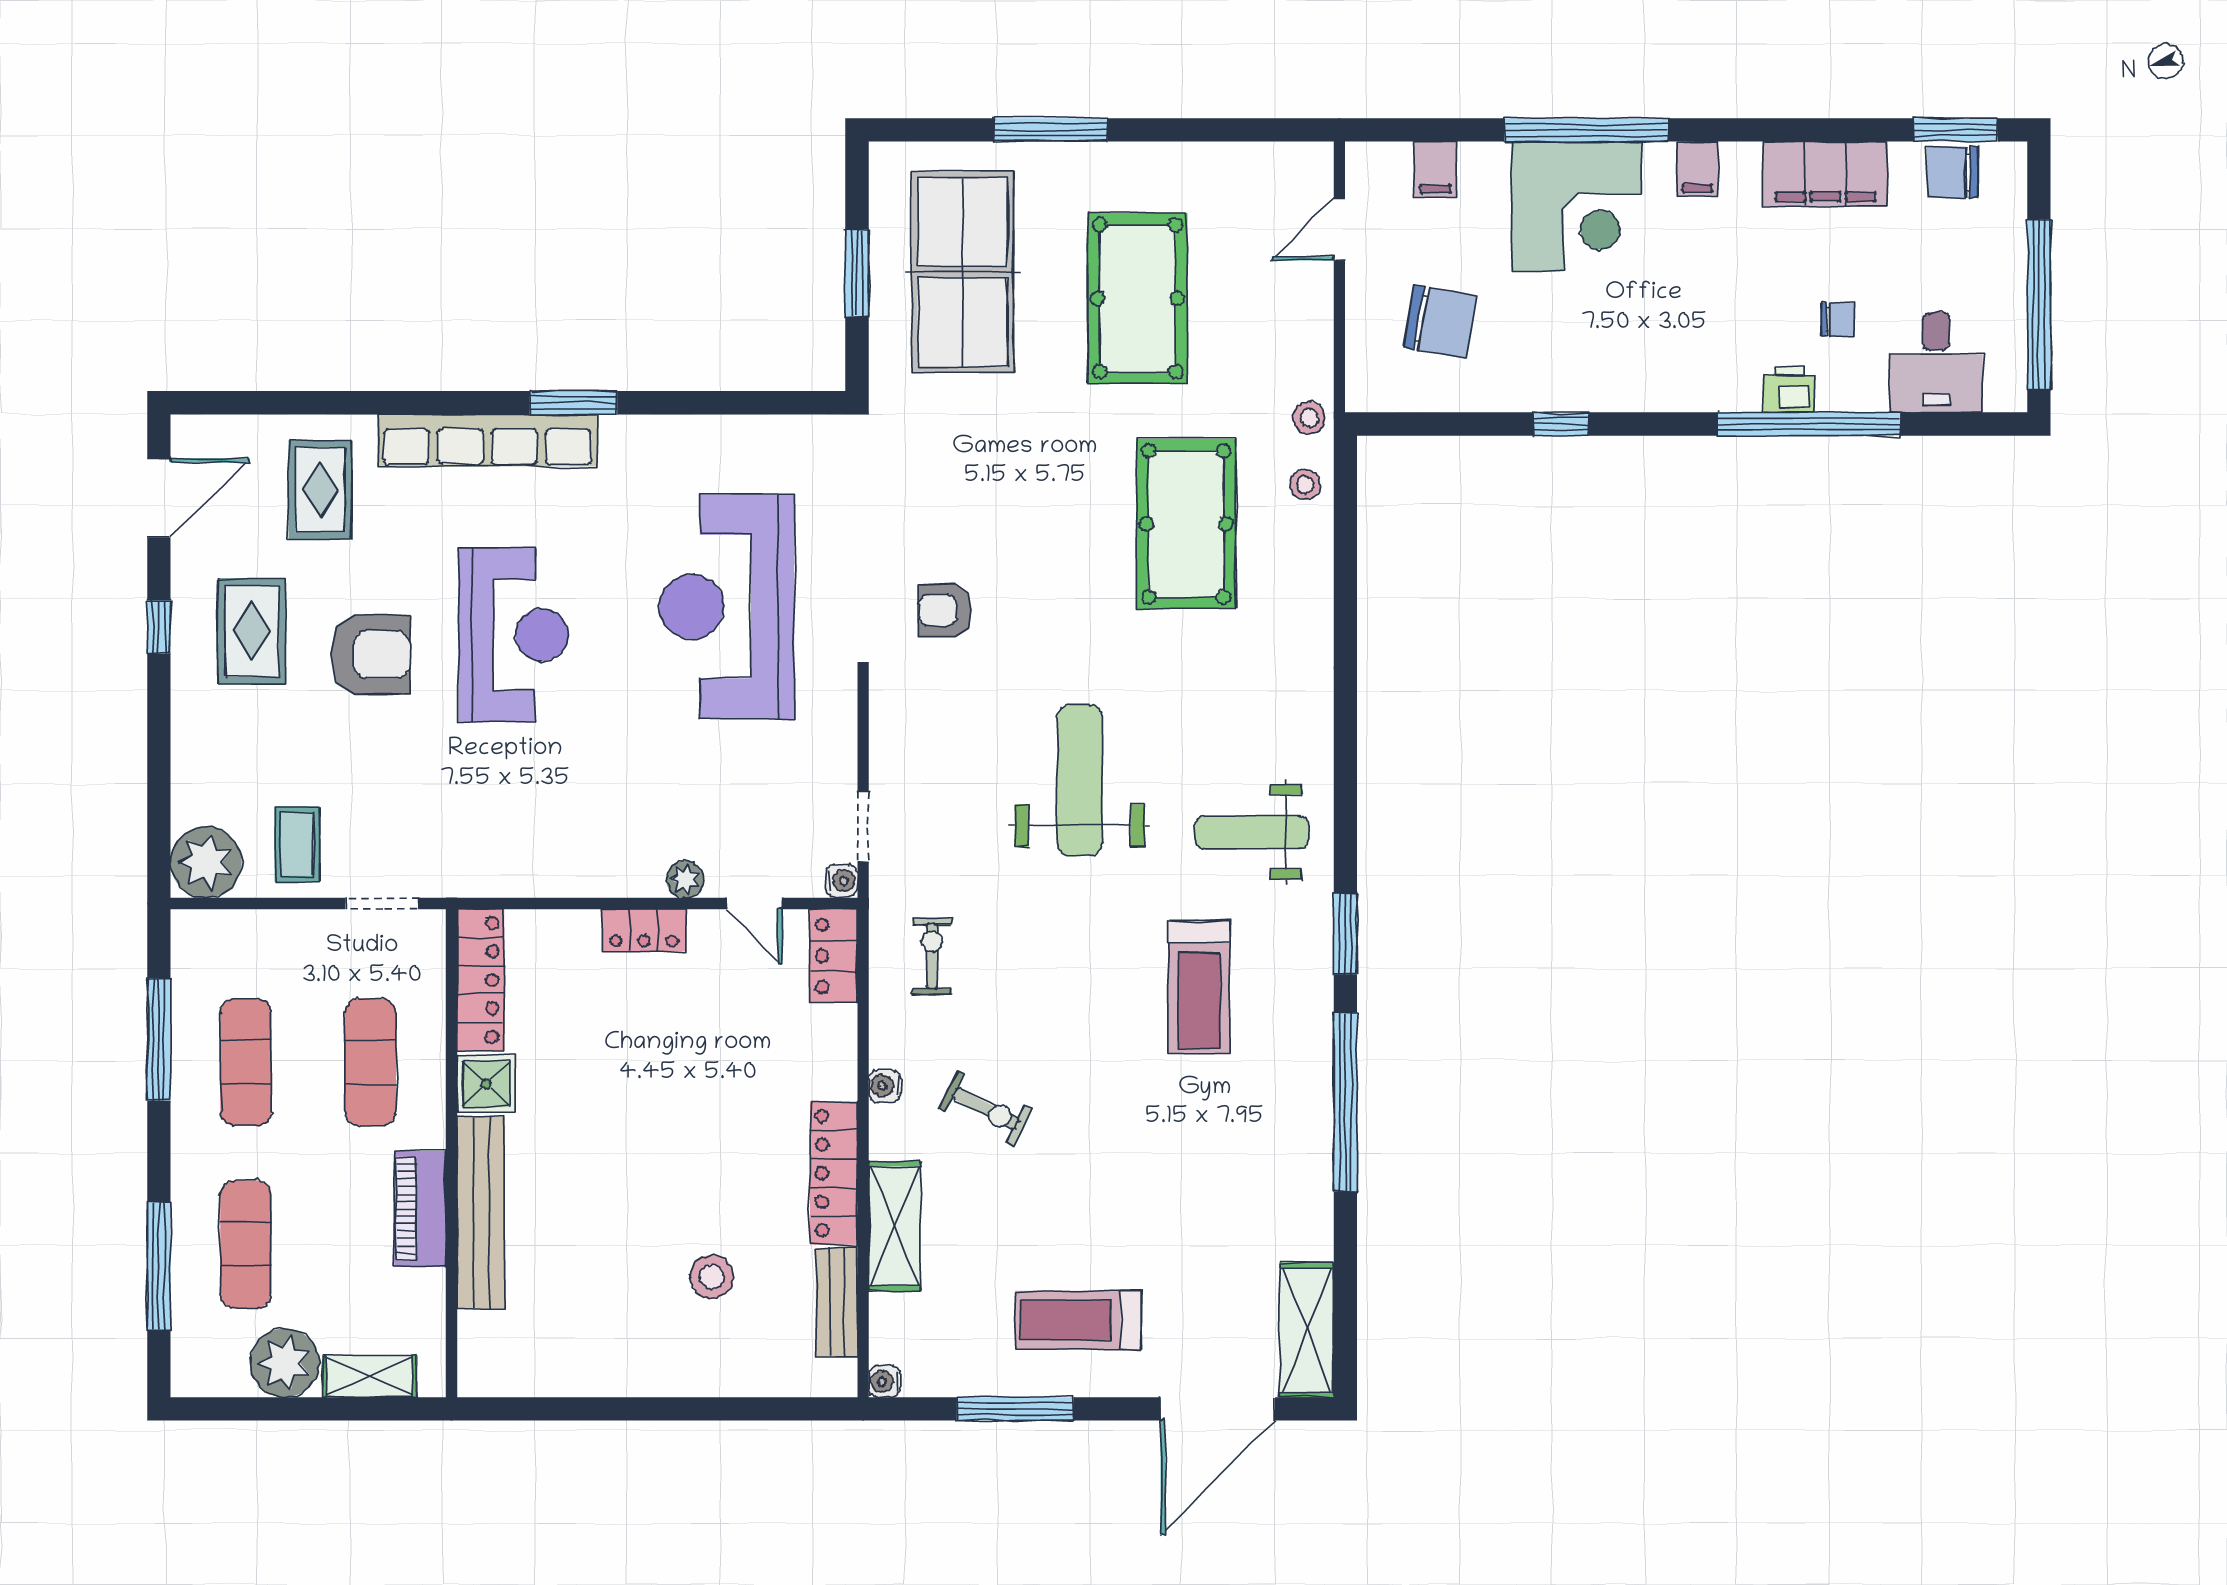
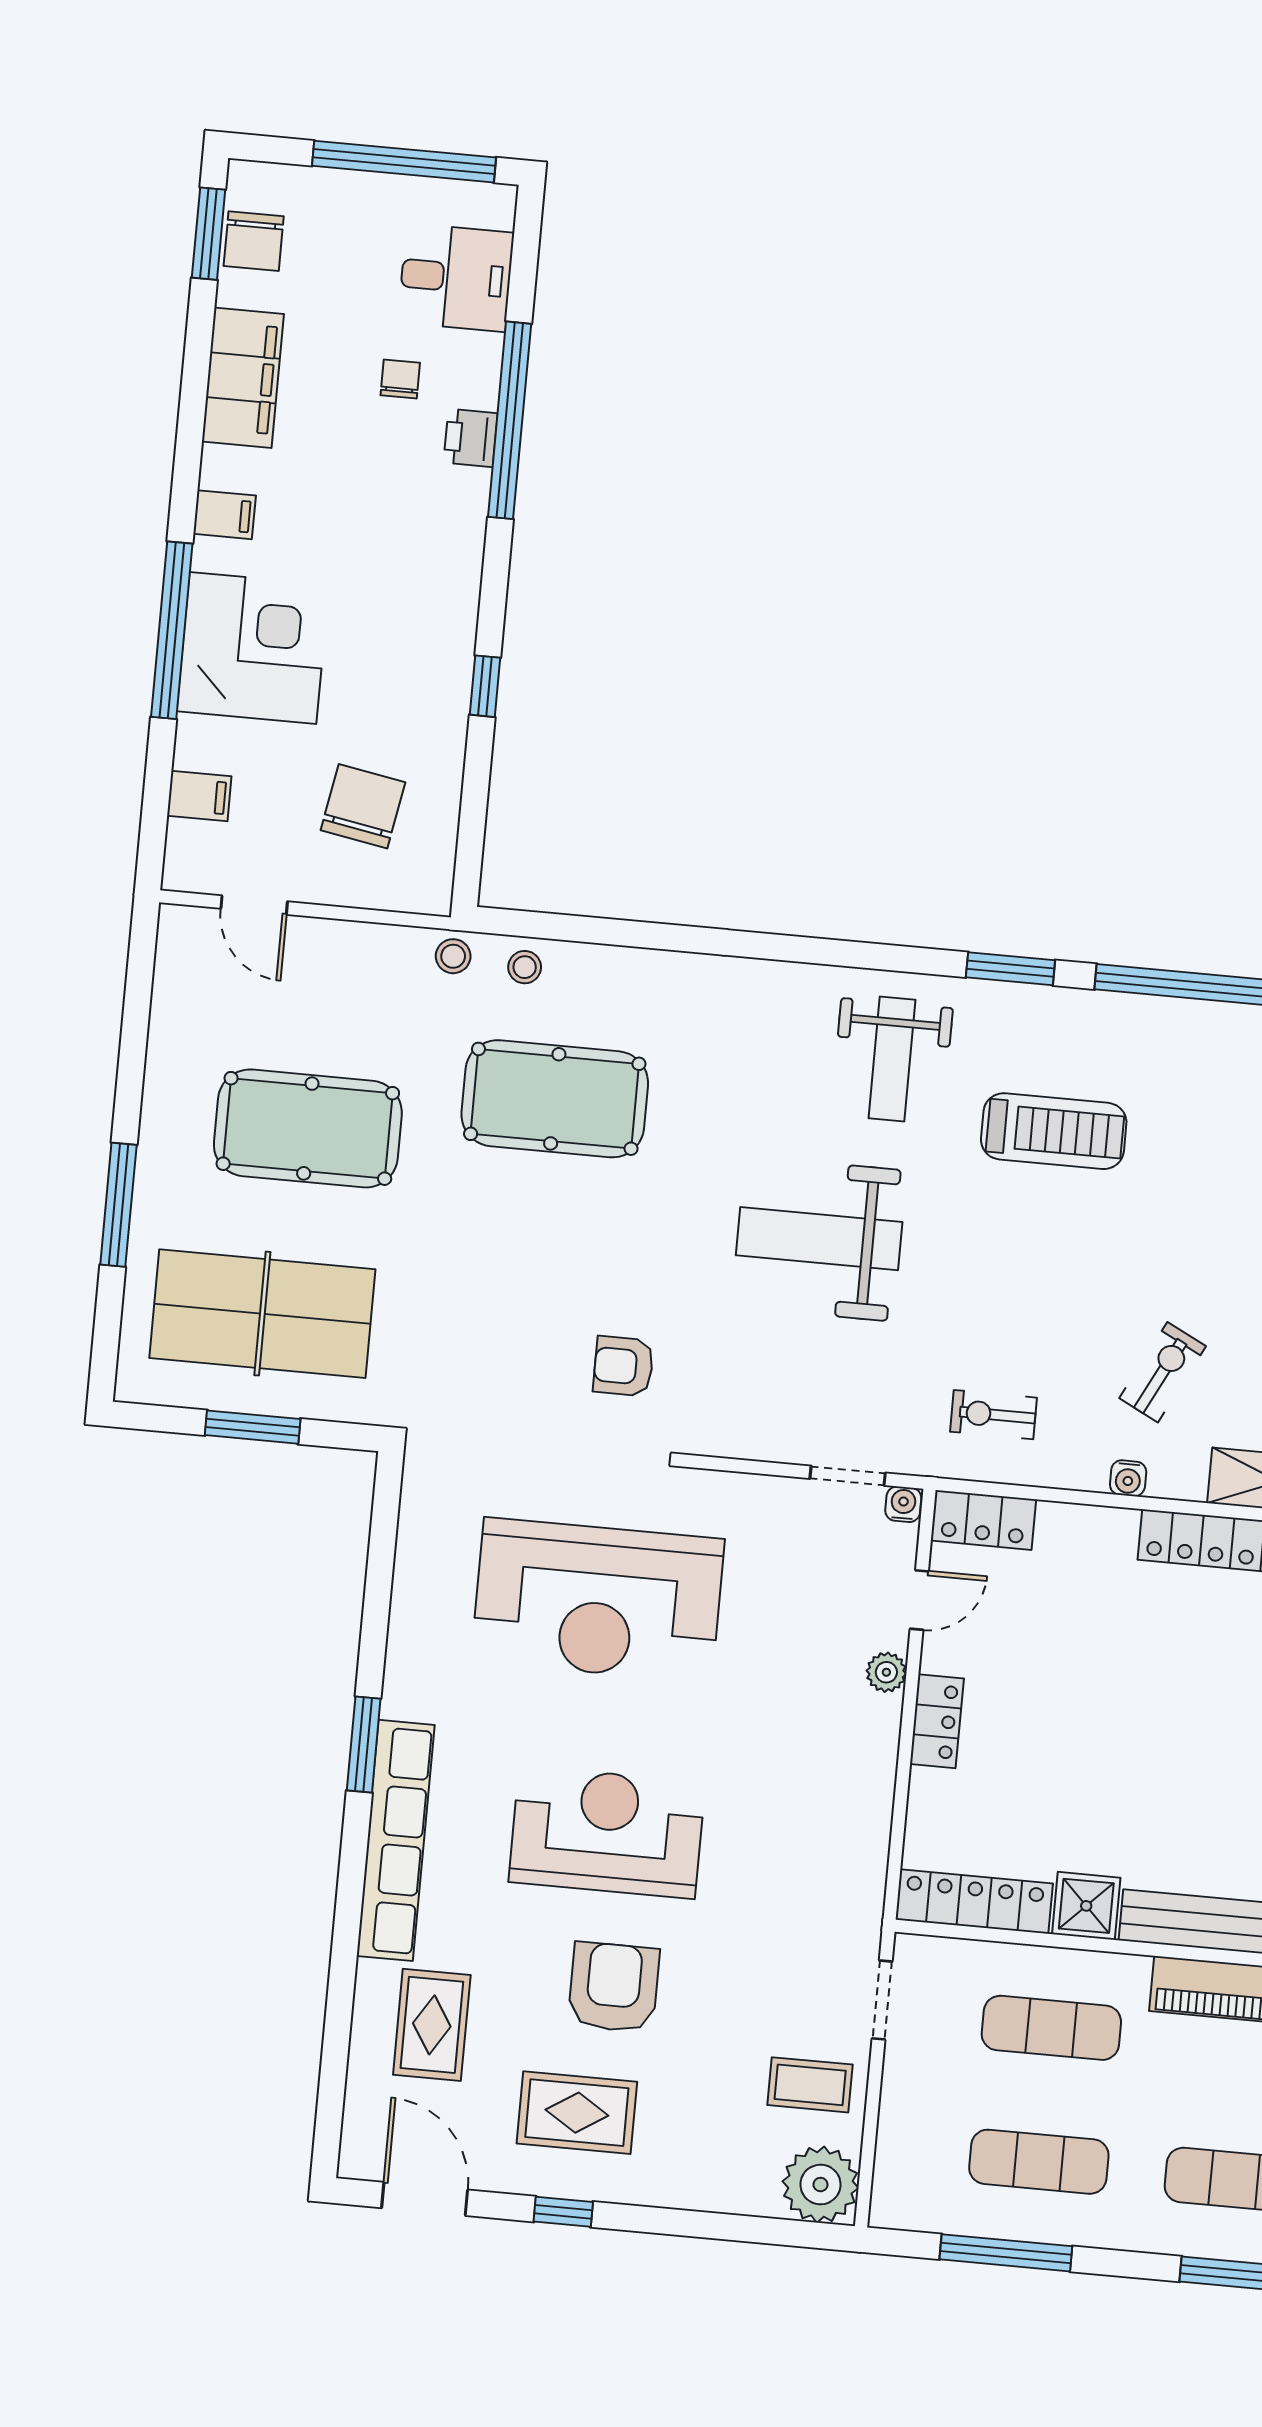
rug: (320, 490) -> (432, 2025), turned 90
armchair: (945, 610) -> (623, 1366), turned 90

